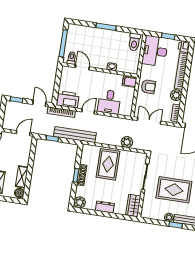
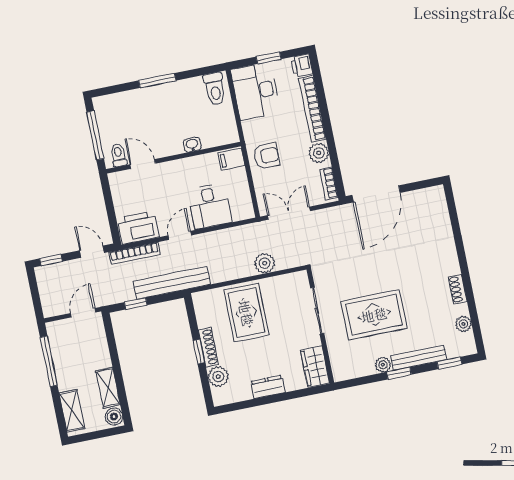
plant: (80, 202) -> (218, 377), moved

